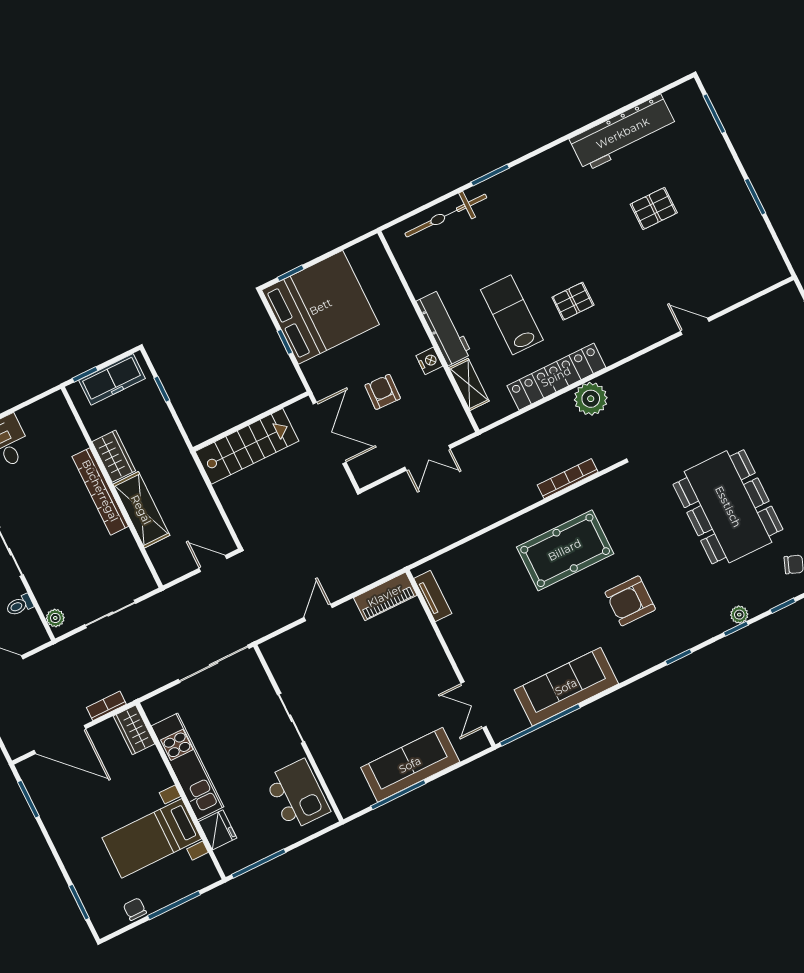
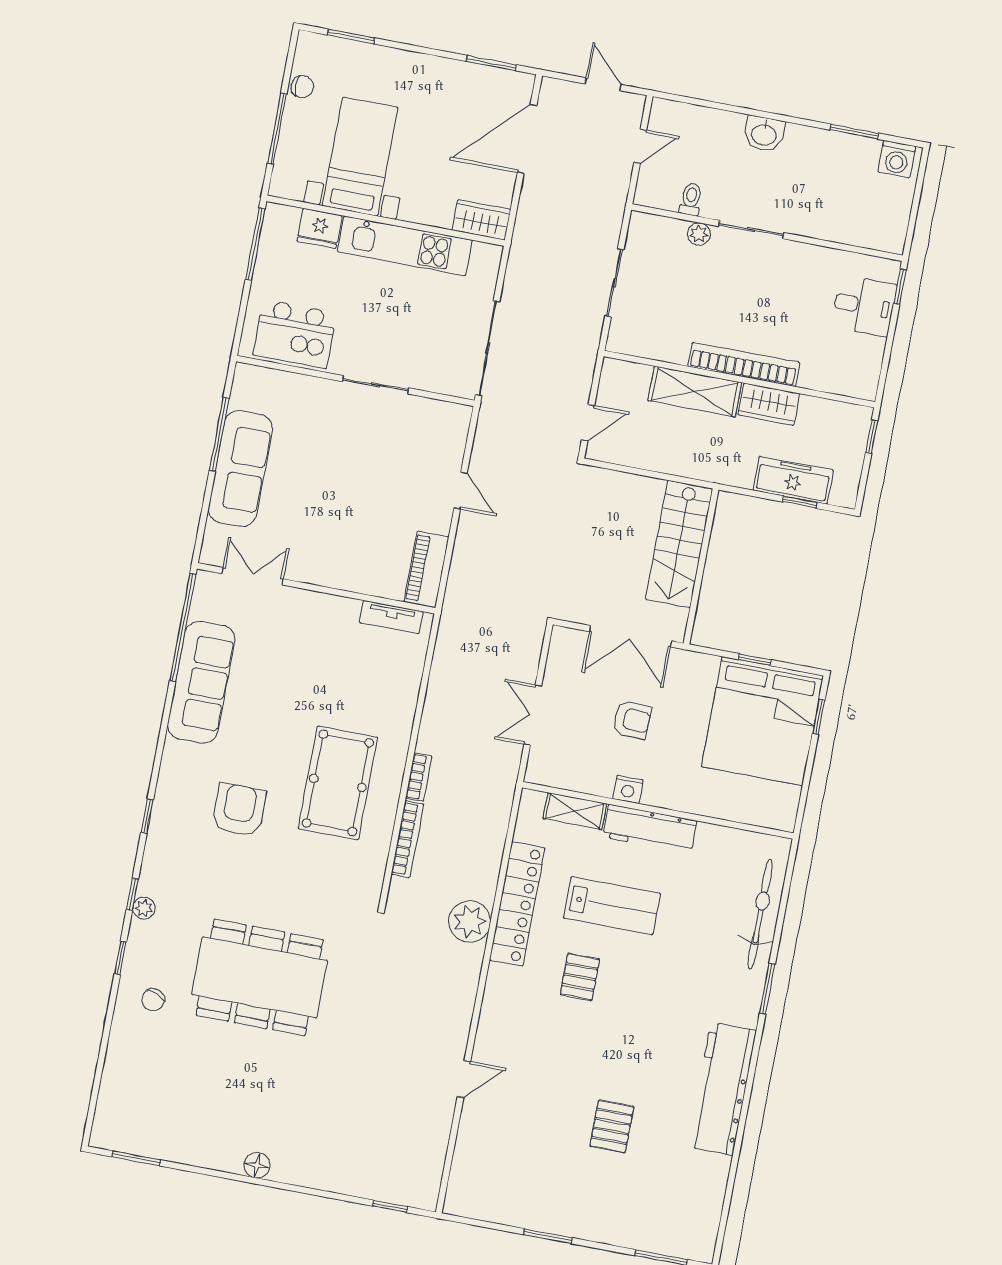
workbench: (623, 133) -> (722, 1089), moved
freezer: (112, 379) -> (793, 480), moved, turned 90
plant: (55, 618) -> (699, 234), moved
bookcase: (106, 706) -> (419, 777), moved

